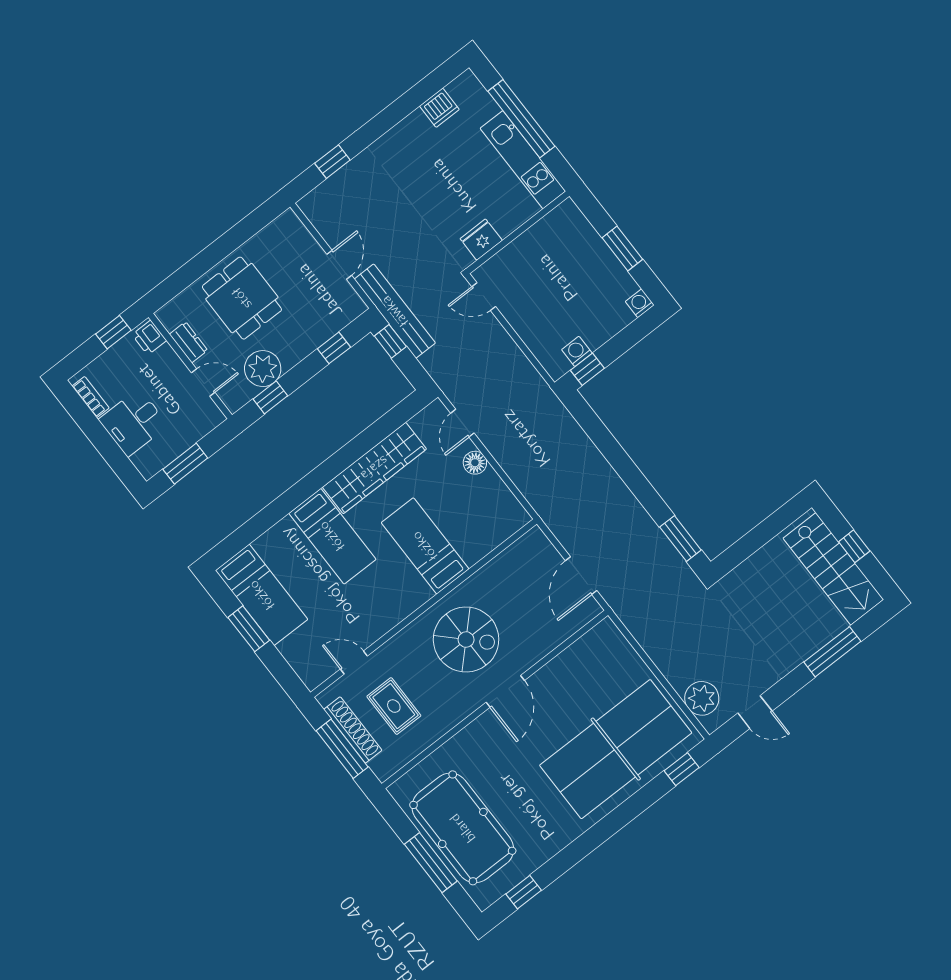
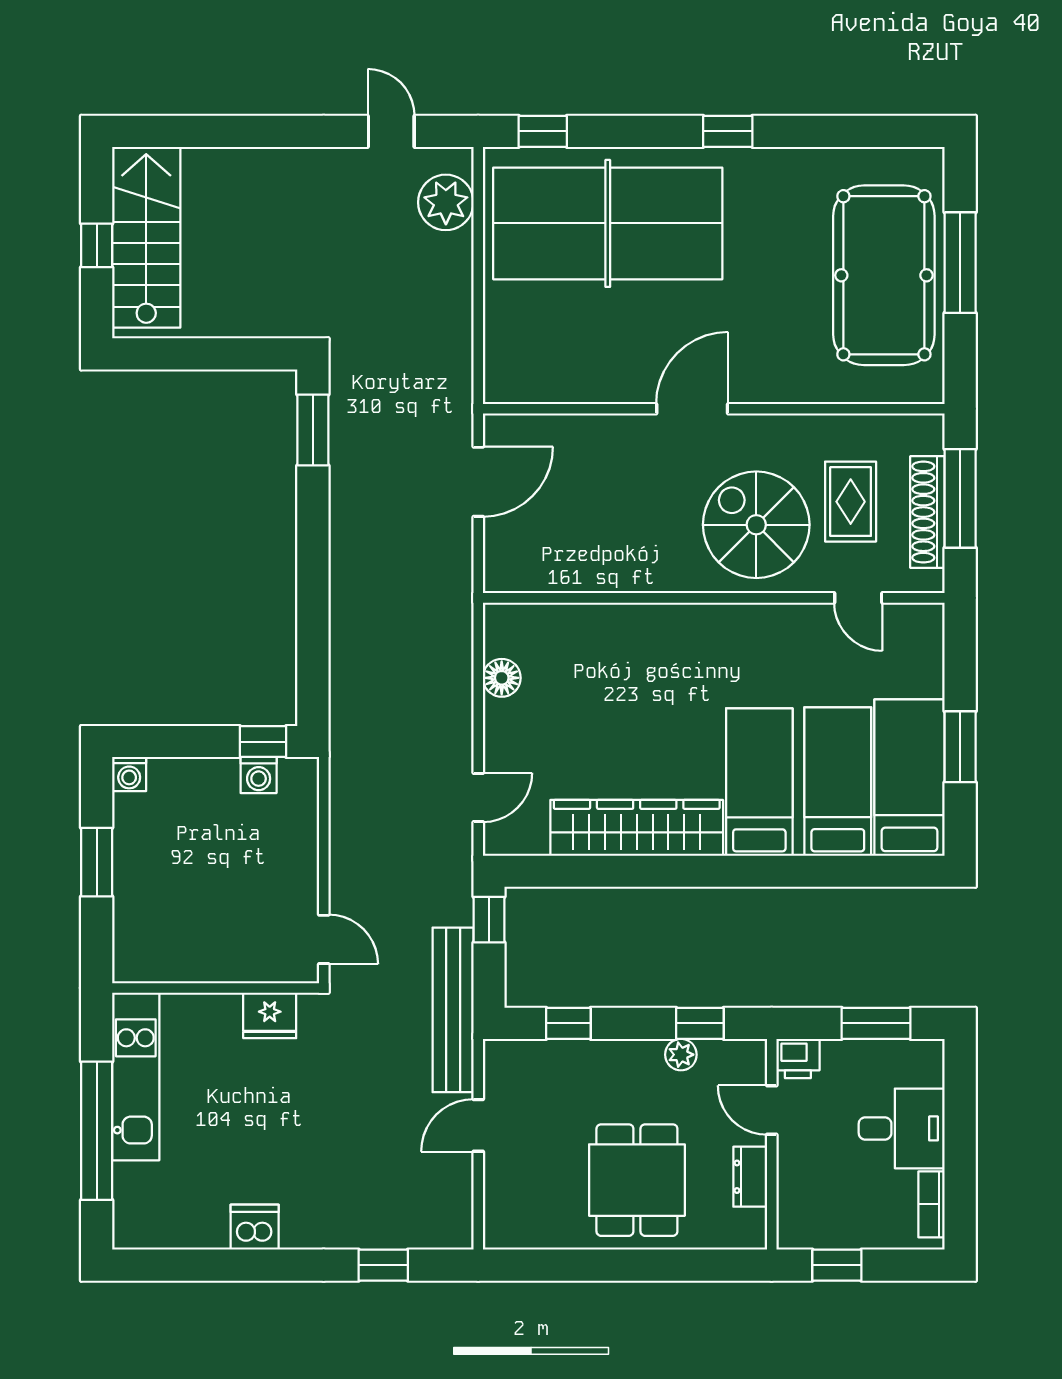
dishwasher: (439, 108) -> (255, 1227), moved
printer: (149, 338) -> (798, 1059), moved, turned 90
window: (390, 341) -> (489, 920), moved
plant: (263, 369) -> (681, 1055), width x0.53, depth x0.53
floor lamp: (475, 463) -> (502, 678), moved
bed: (425, 546) -> (838, 782), moved, turned 180
spiral stairs: (466, 640) -> (756, 525), moved
window: (832, 652) -> (231, 131), removed
window: (524, 892) -> (728, 131), moved

